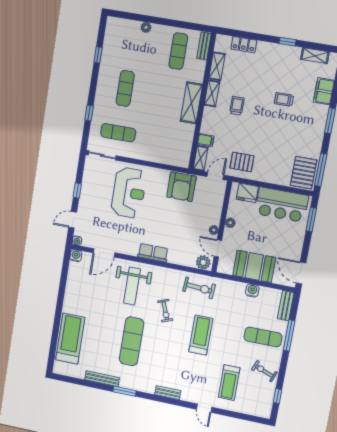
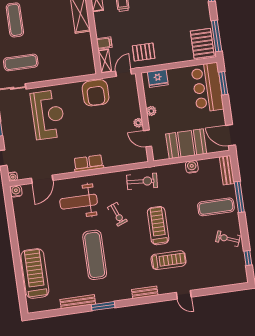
bar counter: (282, 205) -> (207, 87), moved, turned 90
plant: (203, 262) -> (138, 156), removed
weight bench: (132, 286) -> (79, 202), turned 90
treadmill: (229, 383) -> (169, 260), moved, turned -90

